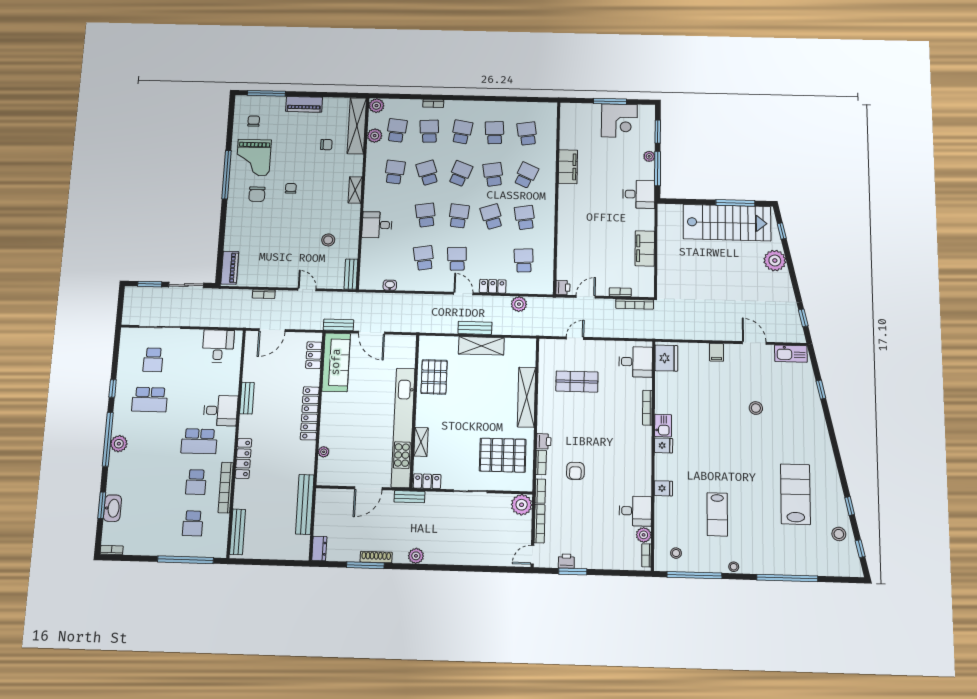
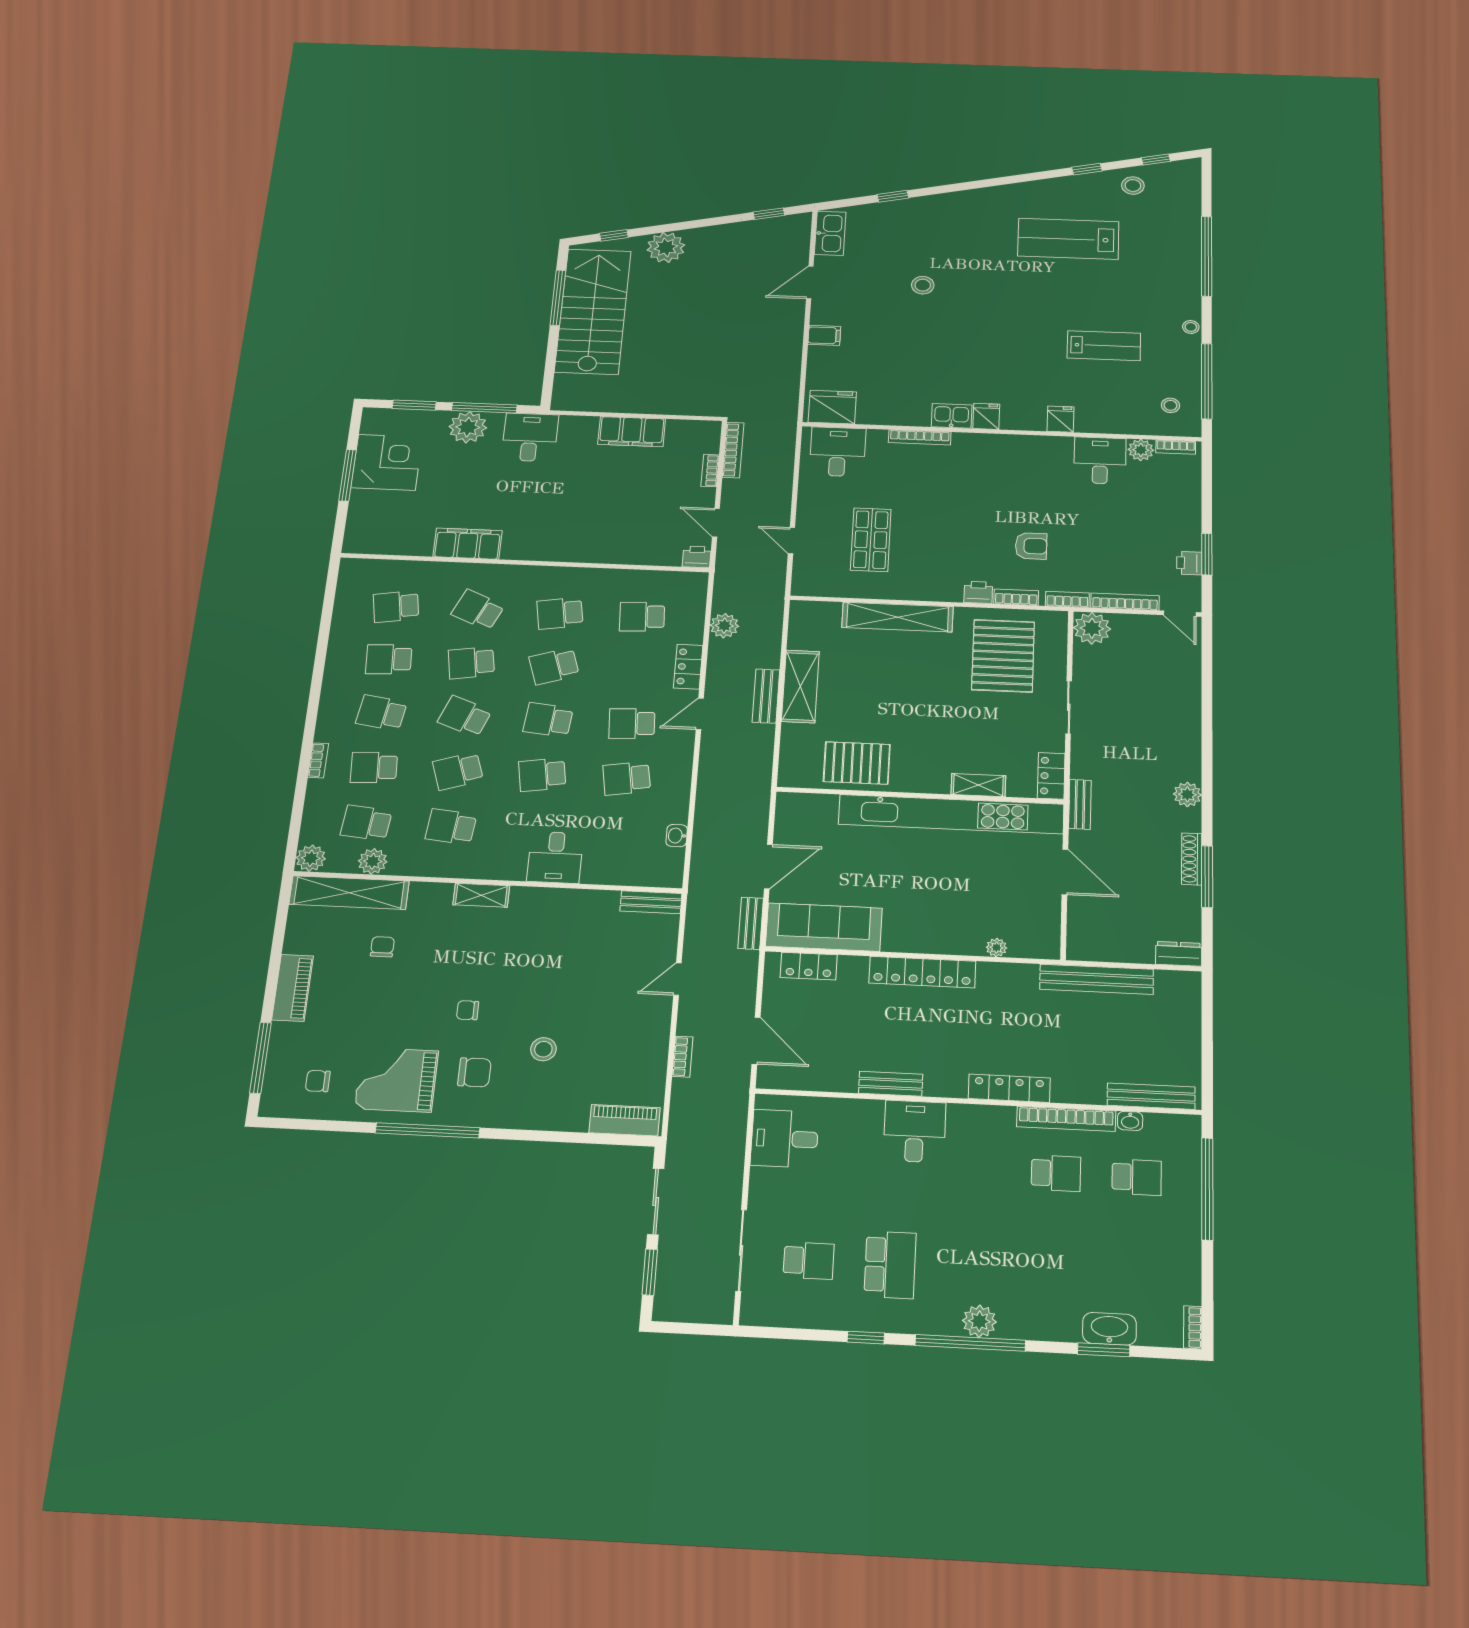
plant: (649, 156) -> (468, 427), width x1.87, depth x1.87
grand piano: (254, 158) -> (396, 1080), turned 180
stool: (328, 240) -> (543, 1049), moved
school desk: (199, 441) -> (975, 1169), removed
washbasin: (224, 521) -> (1130, 1121), added

